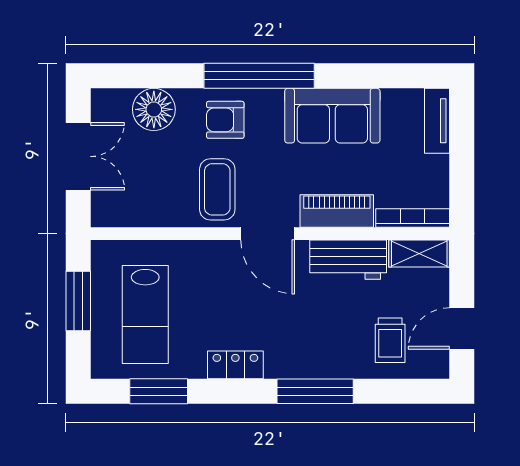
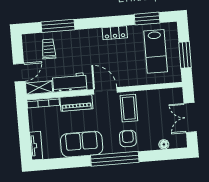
floor lamp: (154, 109) -> (164, 144), width x0.53, depth x0.53
armchair: (225, 120) -> (128, 139), turned -90
lab bench: (145, 314) -> (156, 51), turned 180
door: (462, 328) -> (19, 73), moved
window: (315, 391) -> (58, 26), moved

